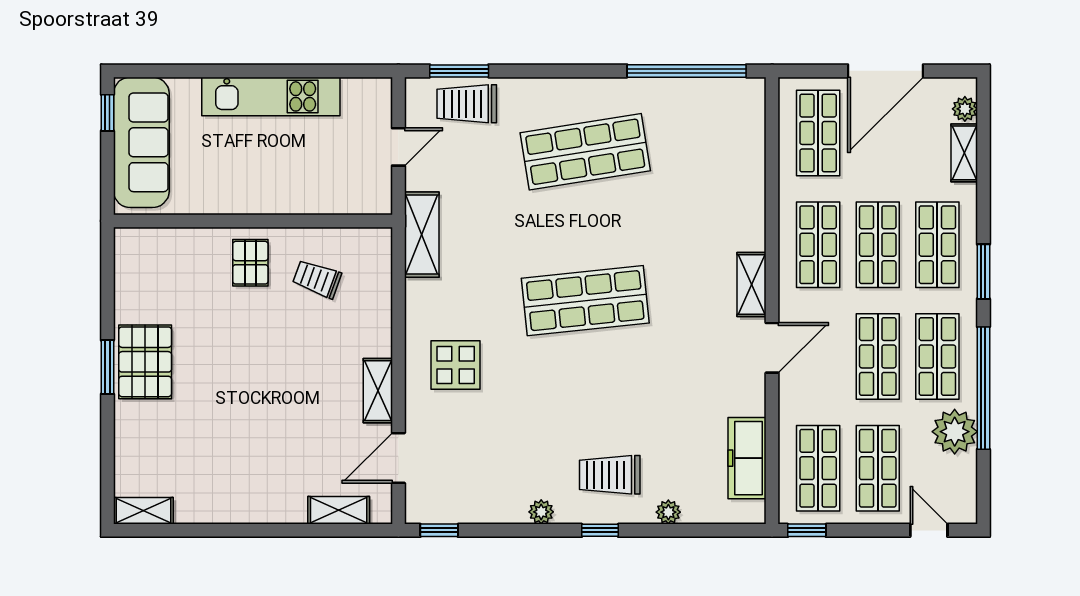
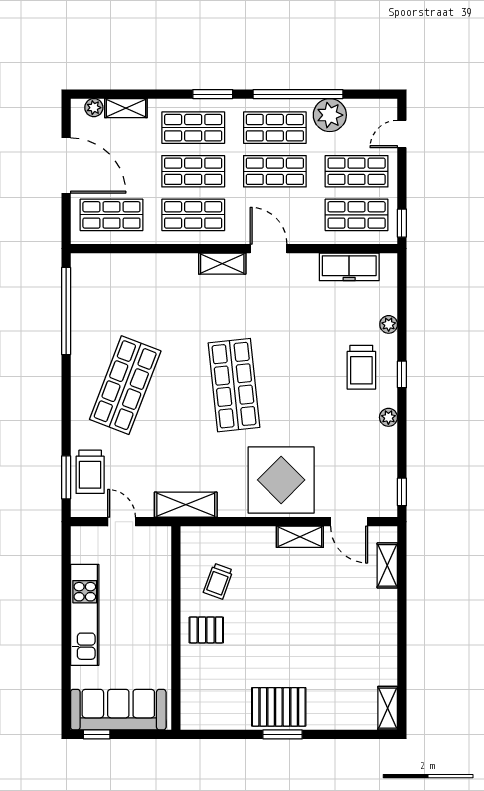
shop shelf: (585, 152) -> (125, 385), turned 30
display table: (456, 365) -> (281, 480), width x1.86, depth x1.86

